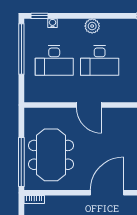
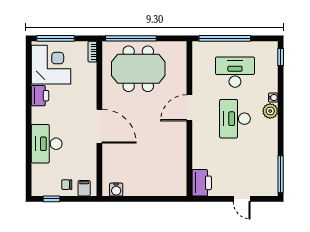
water cooler: (53, 23) -> (273, 98), moved
window: (21, 49) -> (225, 38), moved
desk: (54, 60) -> (235, 72), turned 90

